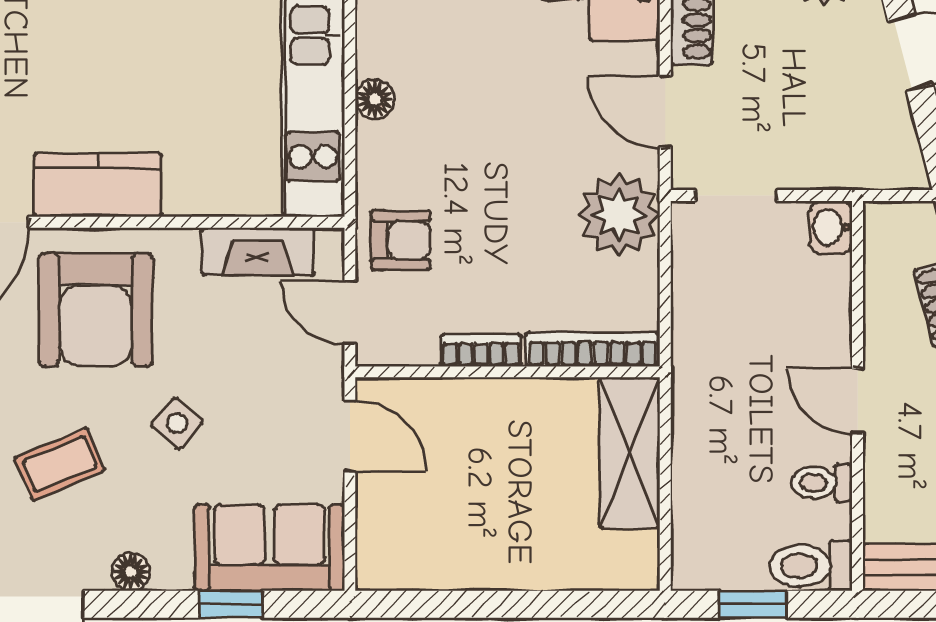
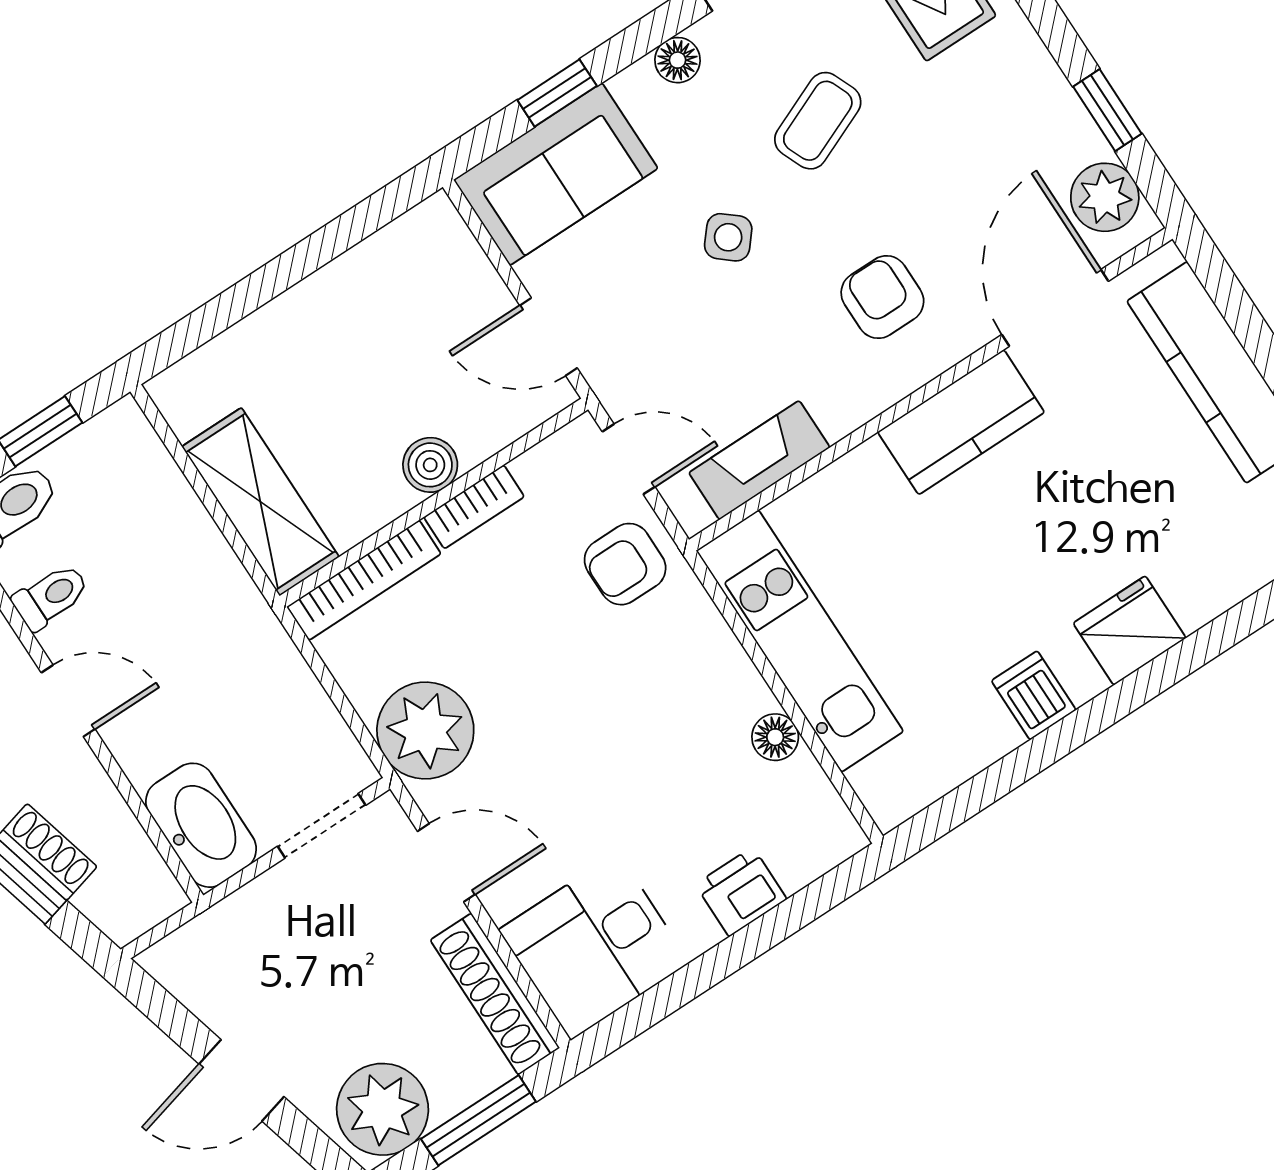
floor lamp: (375, 99) -> (775, 737), moved
washbasin: (831, 227) -> (201, 825), width x1.91, depth x1.45
armchair: (96, 310) -> (882, 297), width x0.53, depth x0.53
boiler: (493, 400) -> (430, 465), added

